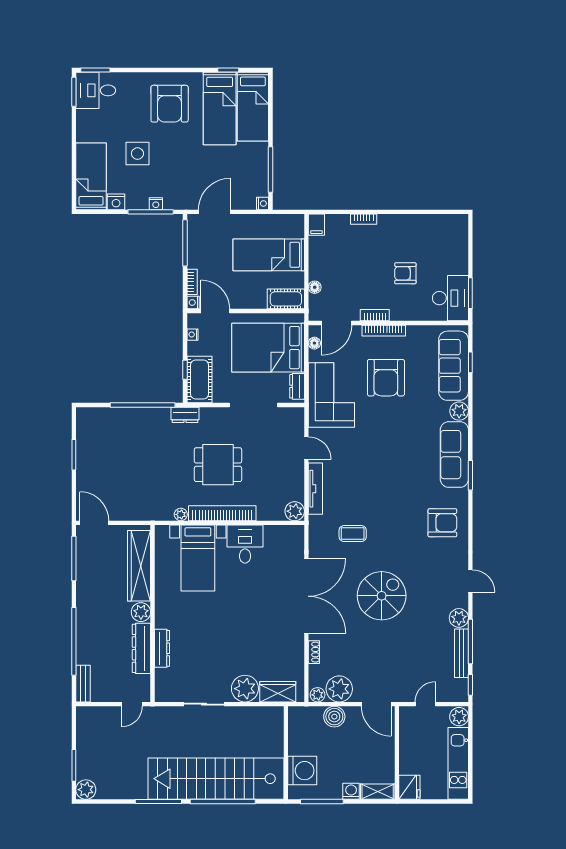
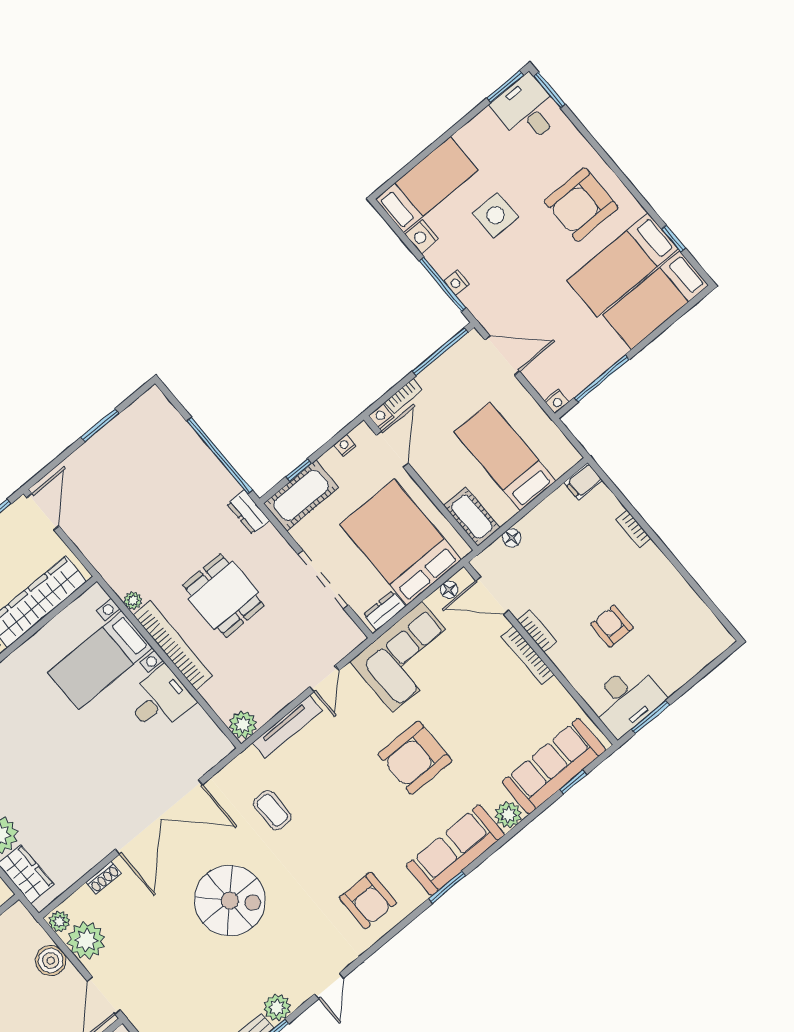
armchair: (386, 378) -> (415, 758), moved

